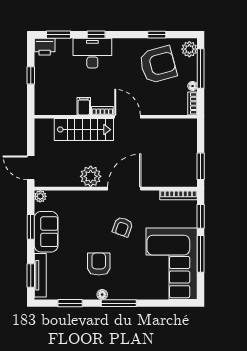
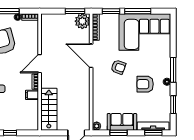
stairs: (84, 130) -> (49, 109), moved
plant: (91, 176) -> (82, 21), moved
door: (124, 189) -> (91, 56), moved

